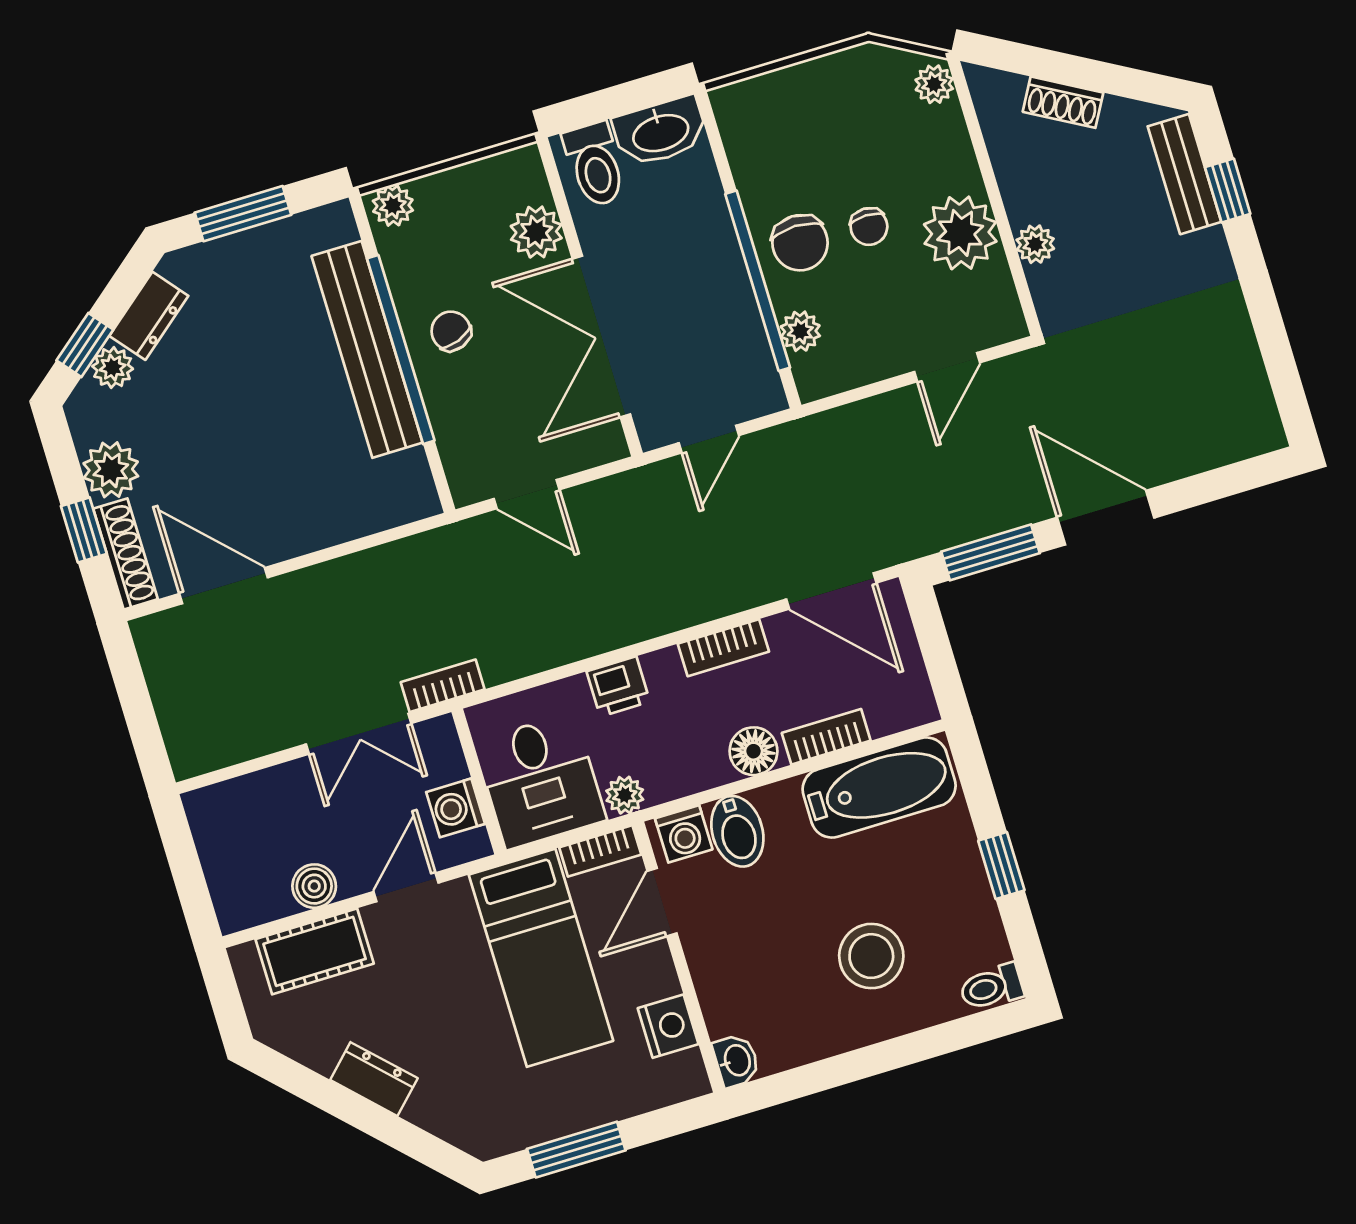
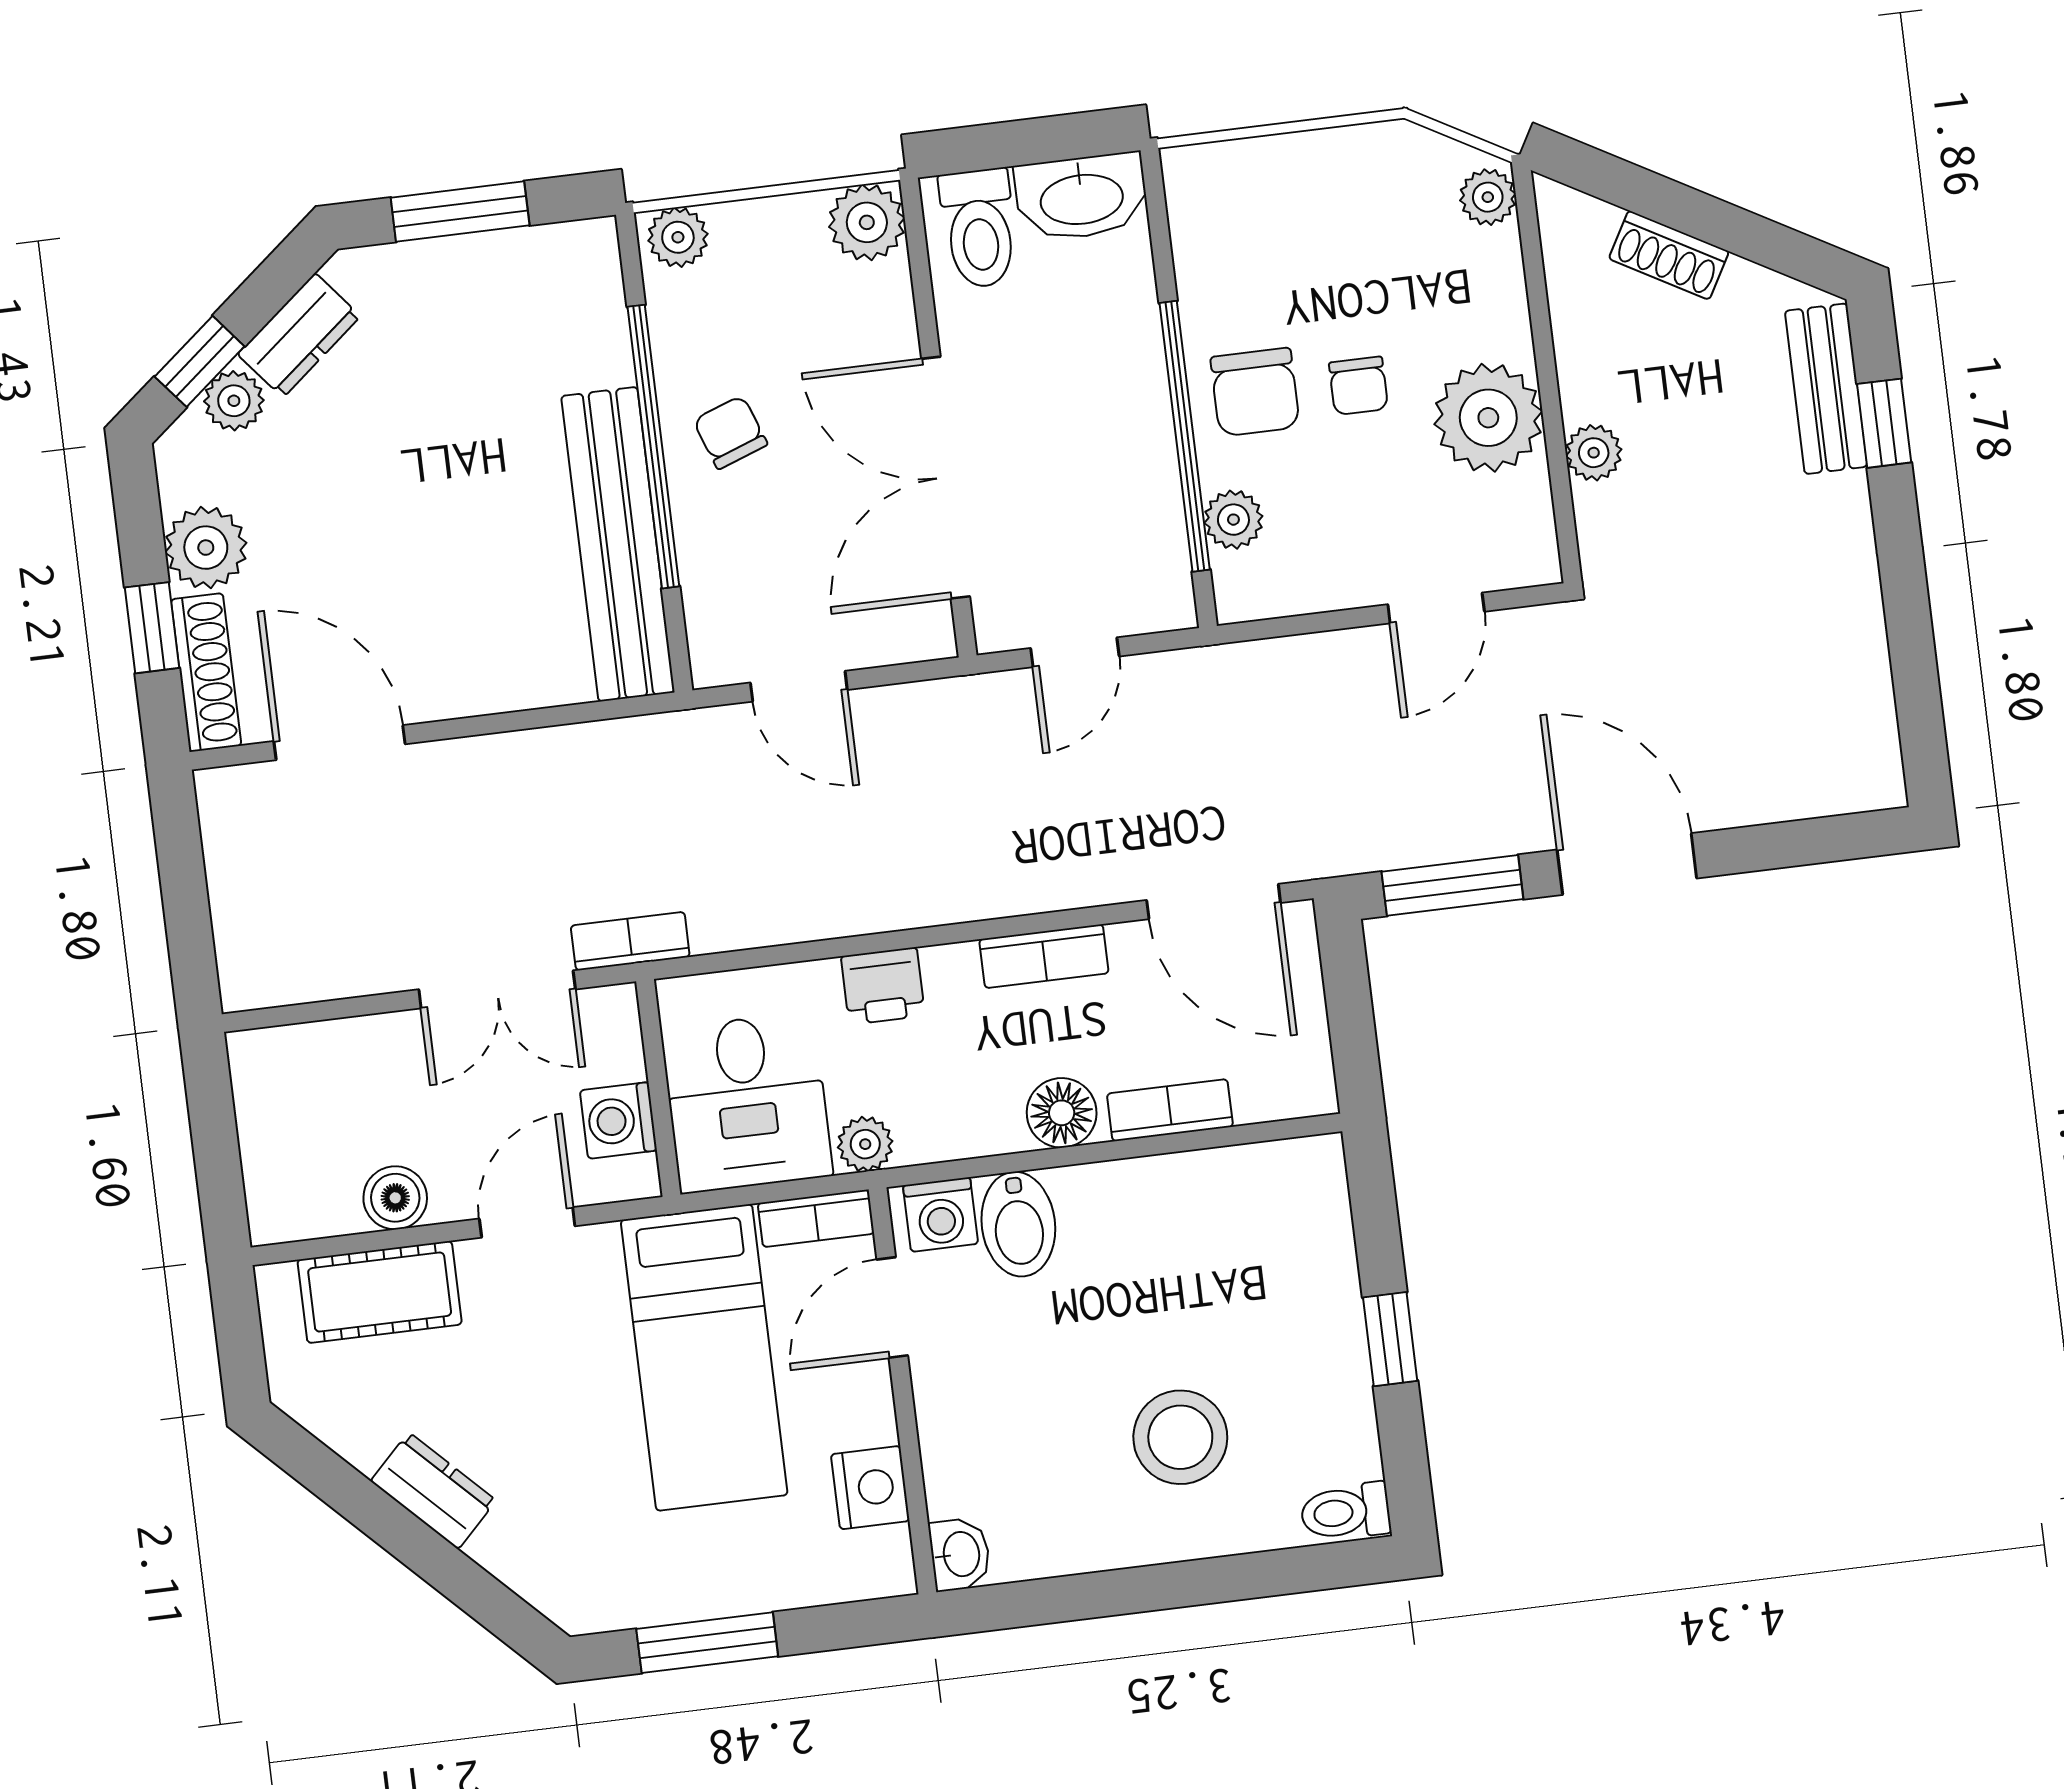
plant: (536, 232) -> (867, 222), moved
bench: (367, 349) -> (618, 544), moved
bathtub: (879, 788) -> (1233, 1196), removed

